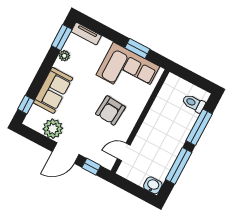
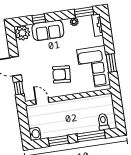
window: (26, 105) -> (39, 19), moved
plant: (53, 129) -> (22, 33), moved
window: (179, 166) -> (58, 141), width x0.69

